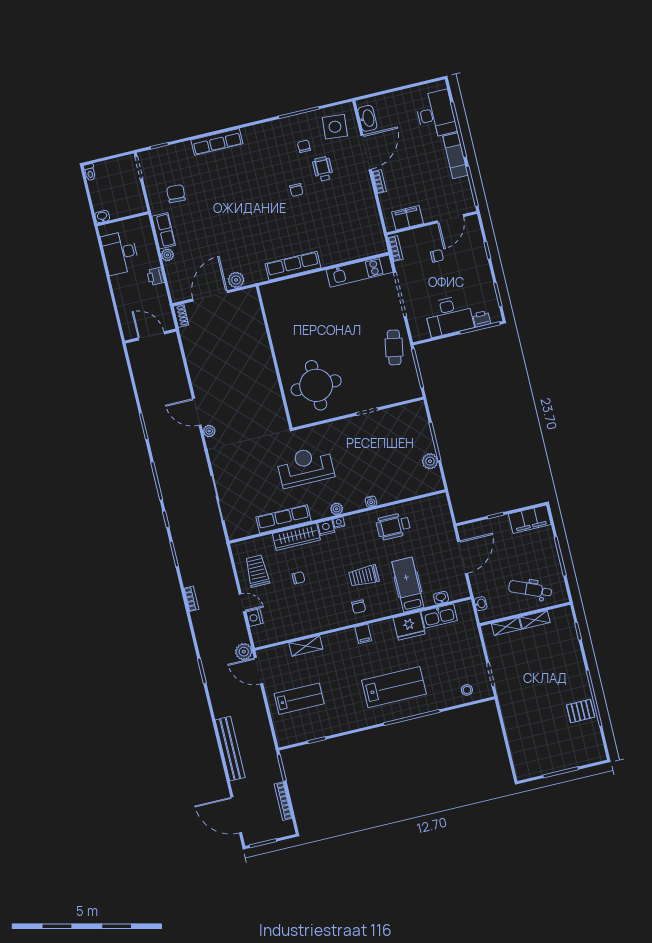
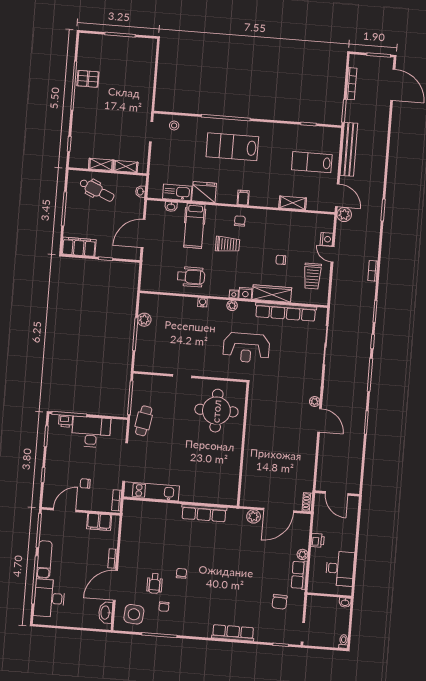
row of seats: (284, 519) -> (286, 312), width x1.36
bench: (230, 749) -> (349, 149), moved

